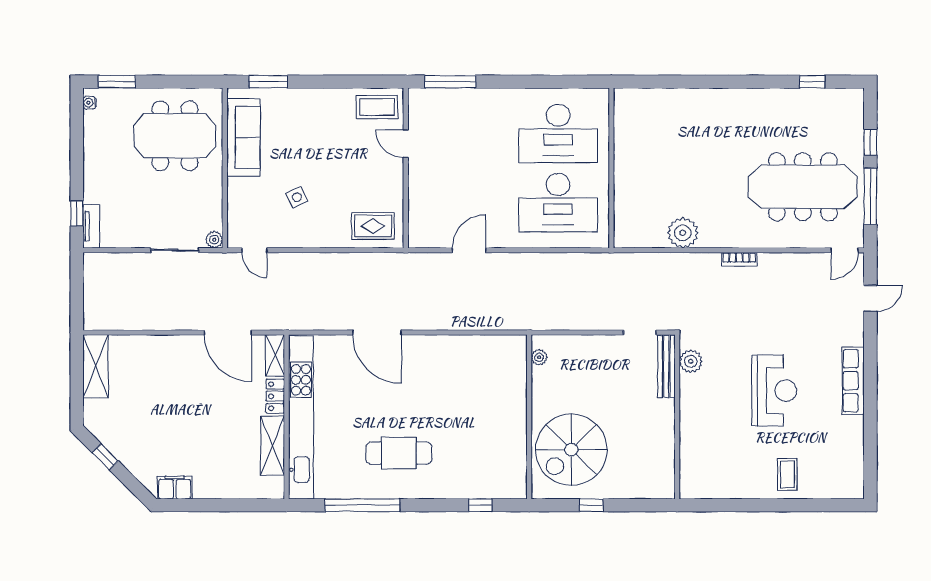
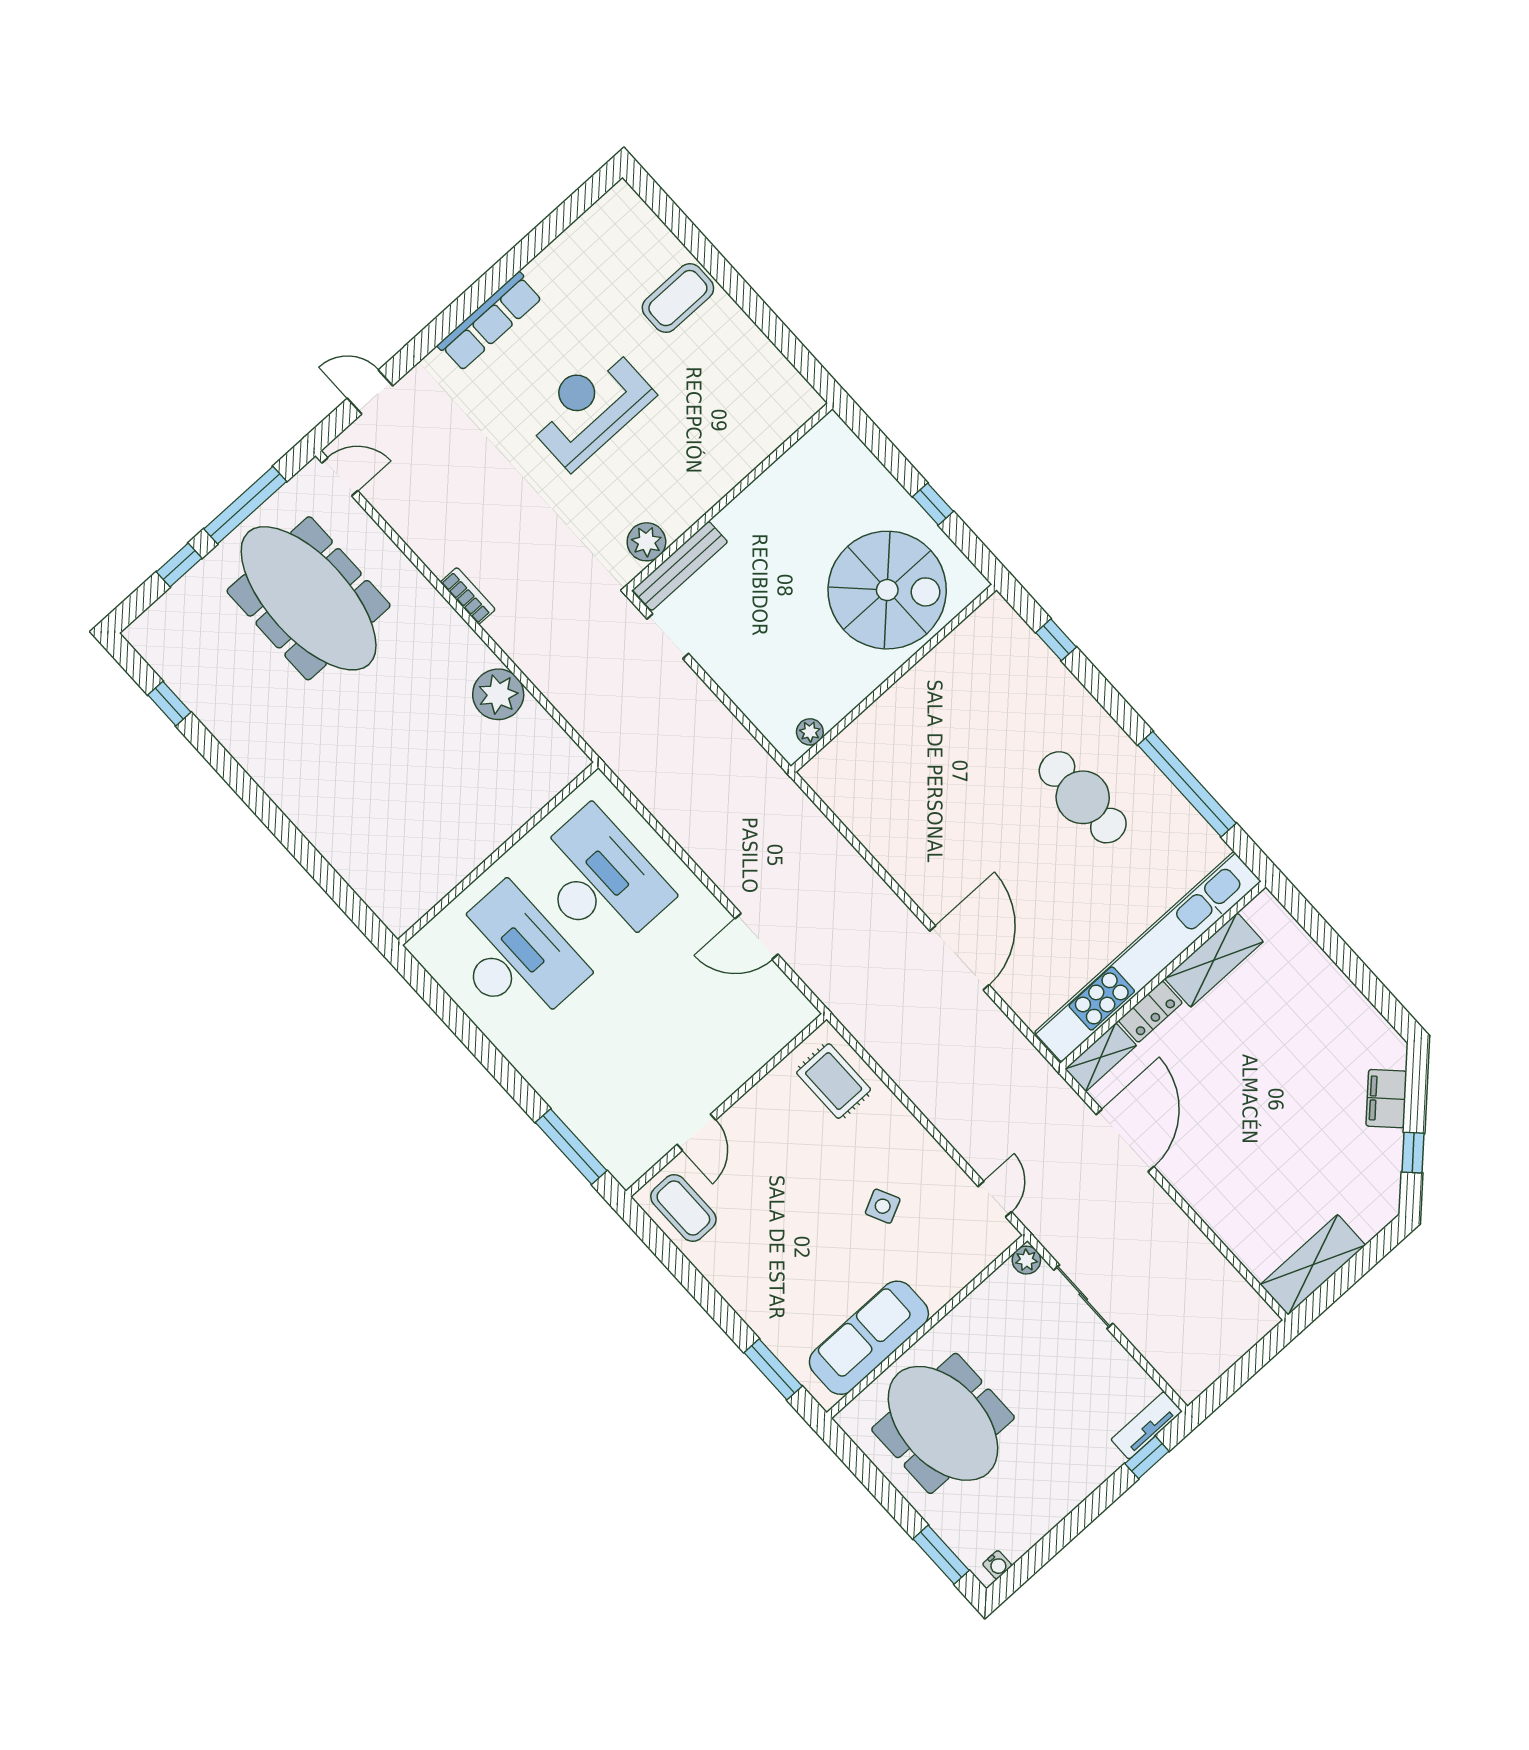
coffee table: (787, 475) -> (678, 298), width x1.36, depth x1.30
filing cabinet: (175, 488) -> (1386, 1099), moved, turned 45

